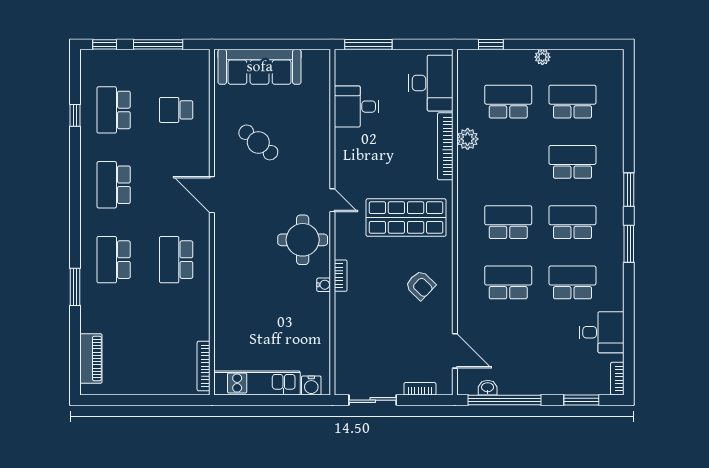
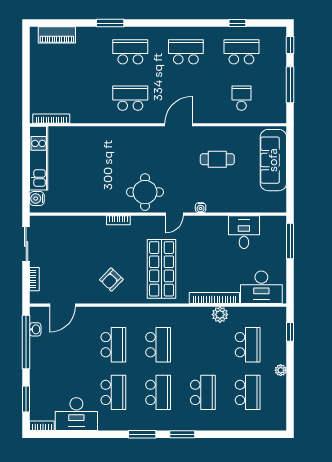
cafe table: (258, 142) -> (217, 159), turned 50
water cooler: (324, 285) -> (201, 208), moved
desk: (602, 332) -> (76, 414), width x1.37

